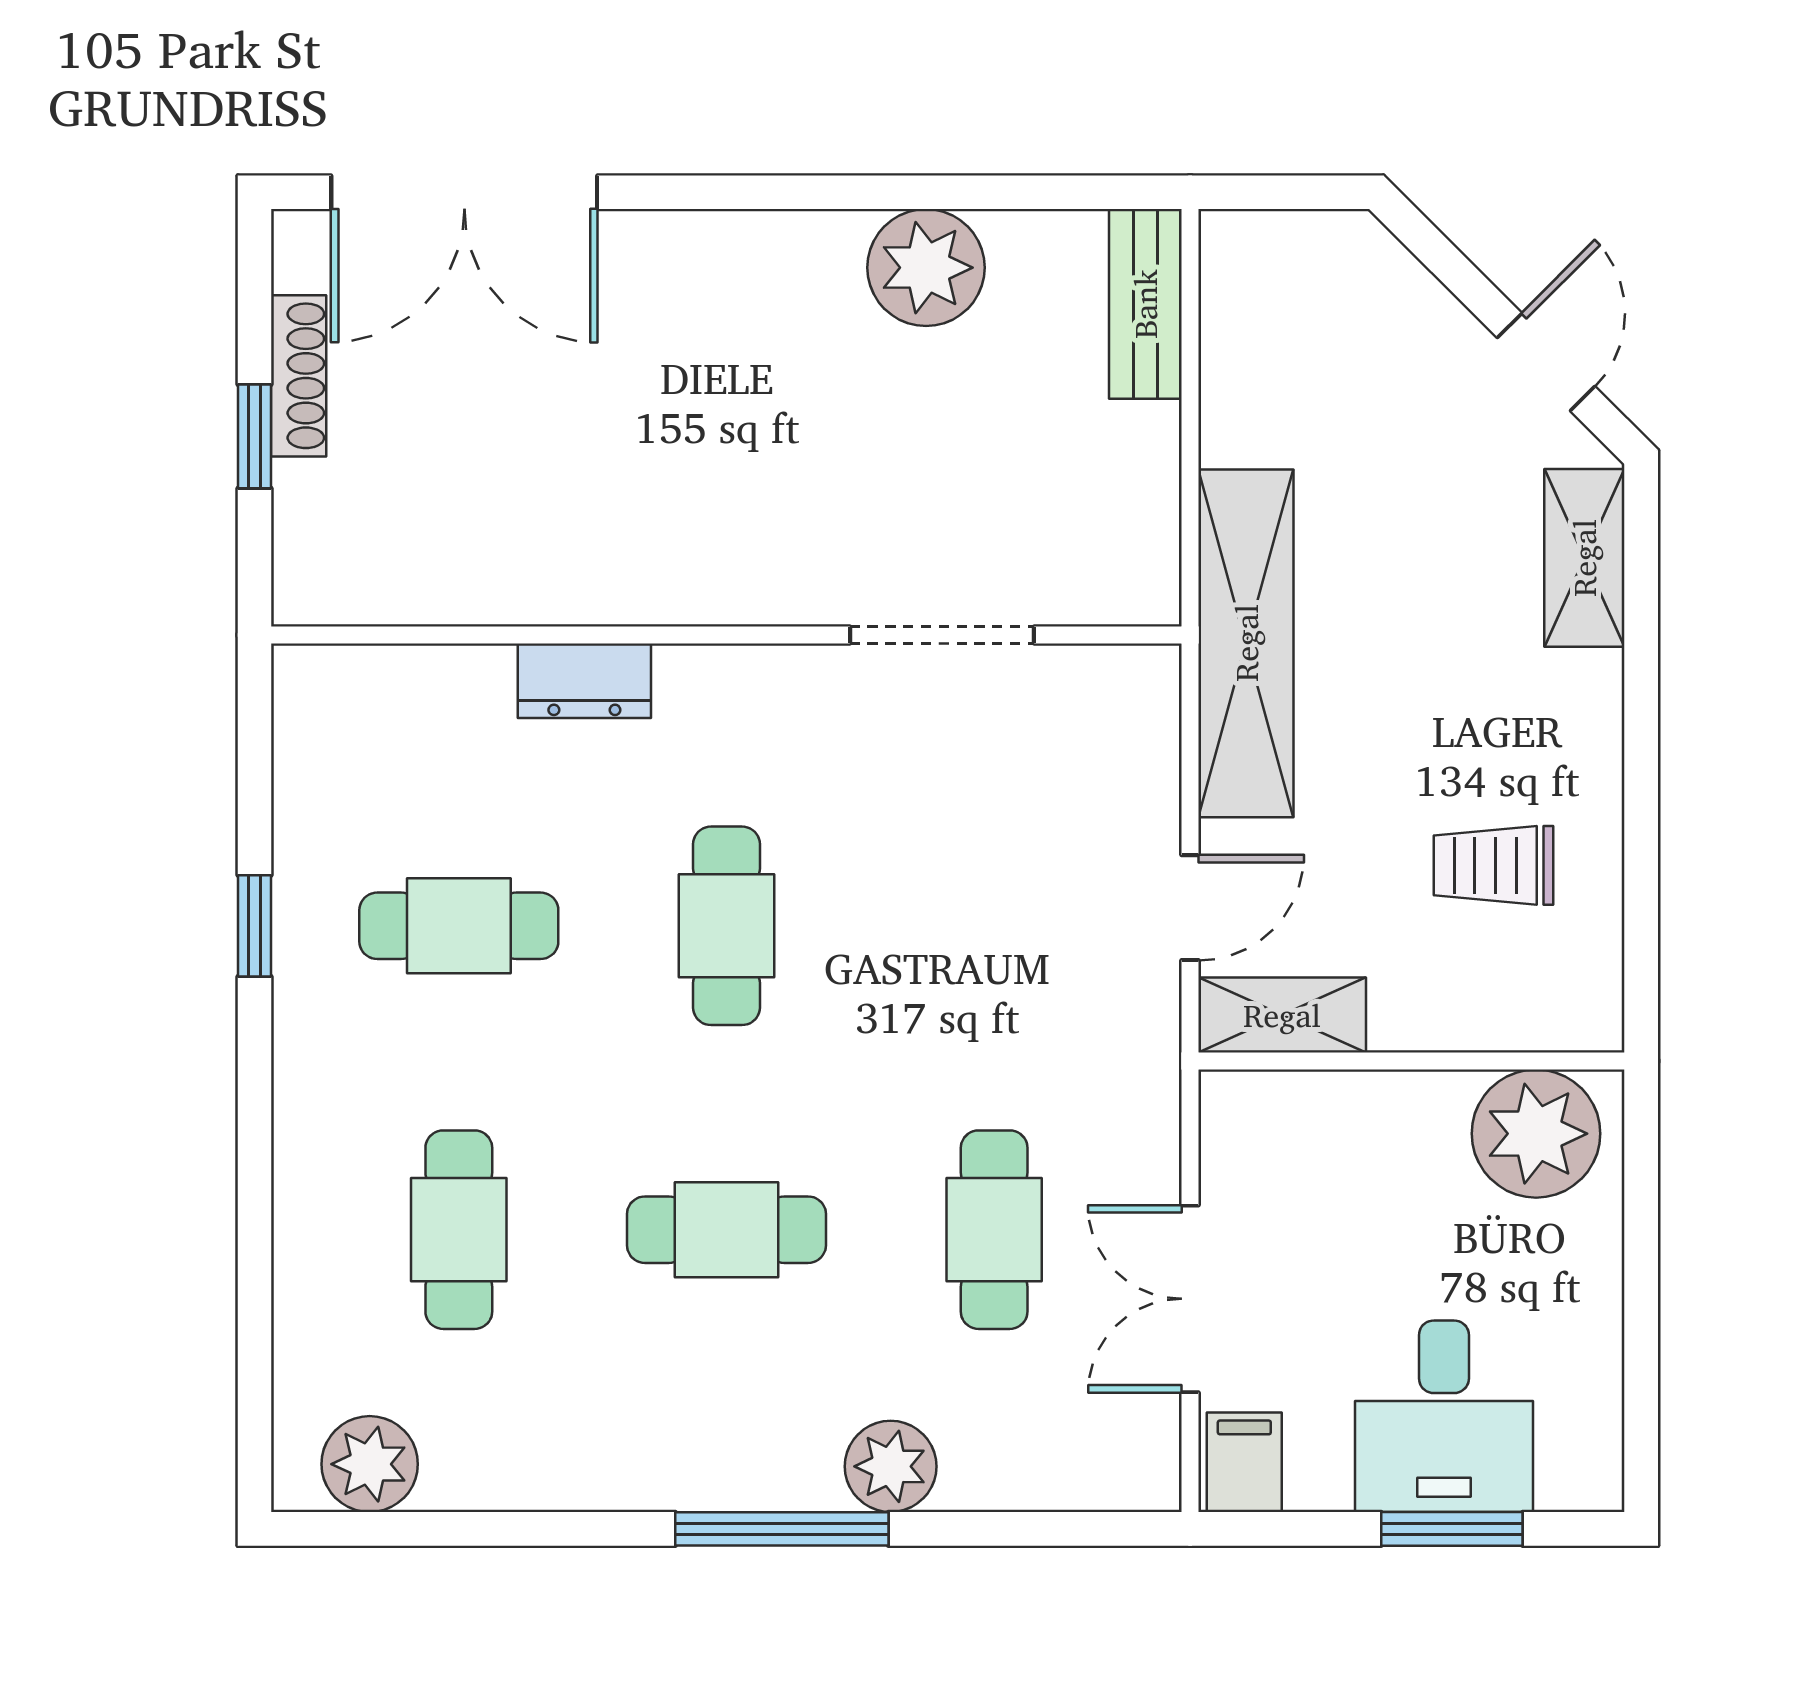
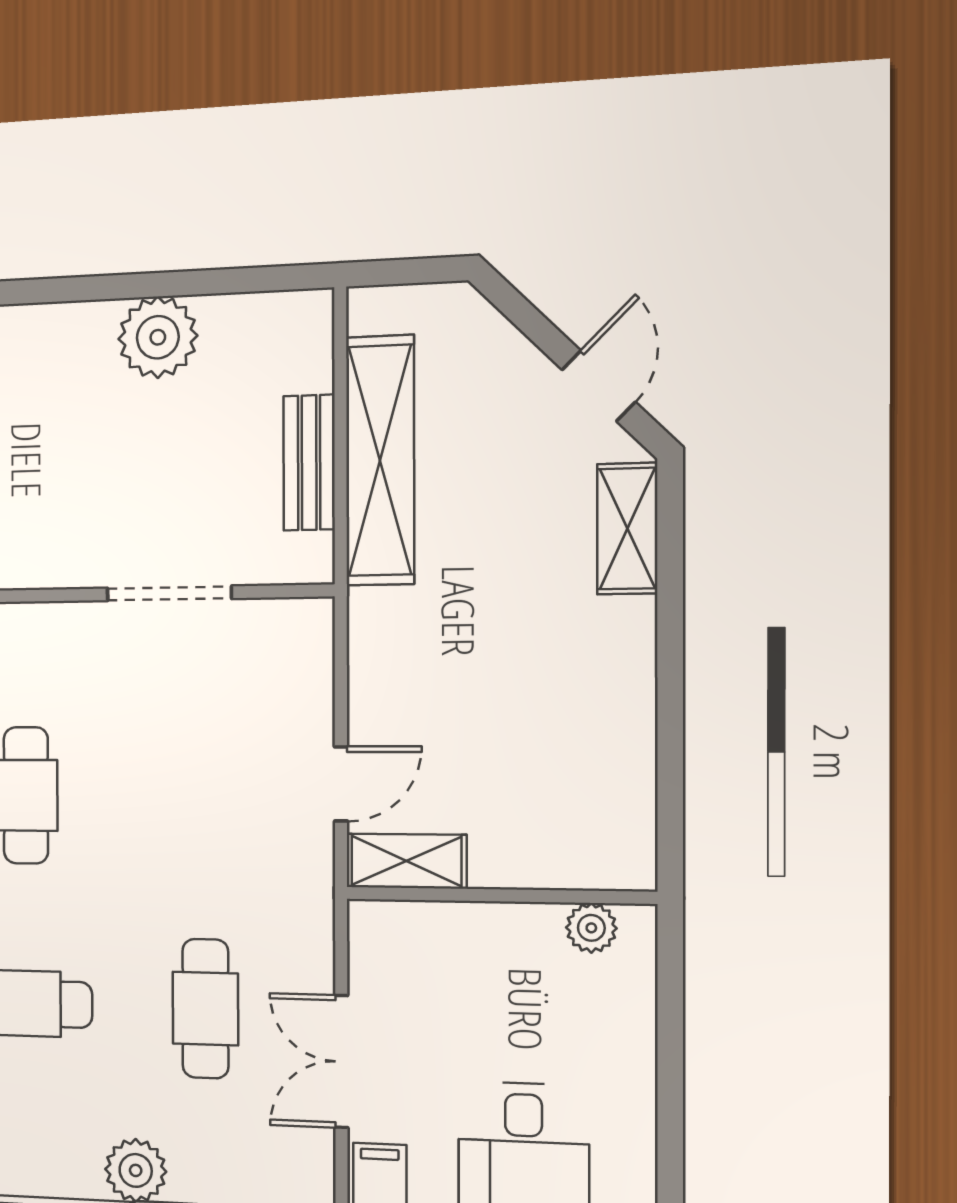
bench: (1145, 304) -> (309, 463), moved
shelving: (1246, 643) -> (380, 460), moved
trolley: (1494, 865) -> (560, 754), removed
plant: (1536, 1134) -> (591, 928), width x0.53, depth x0.53

